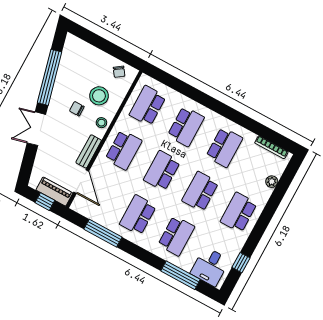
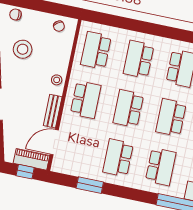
stool: (99, 96) -> (23, 49), moved
chair: (77, 109) -> (15, 15), moved
school desk: (186, 126) -> (139, 59), turned 180
door: (81, 182) -> (54, 142), swing flipped
window: (103, 233) -> (90, 185), width x0.69

